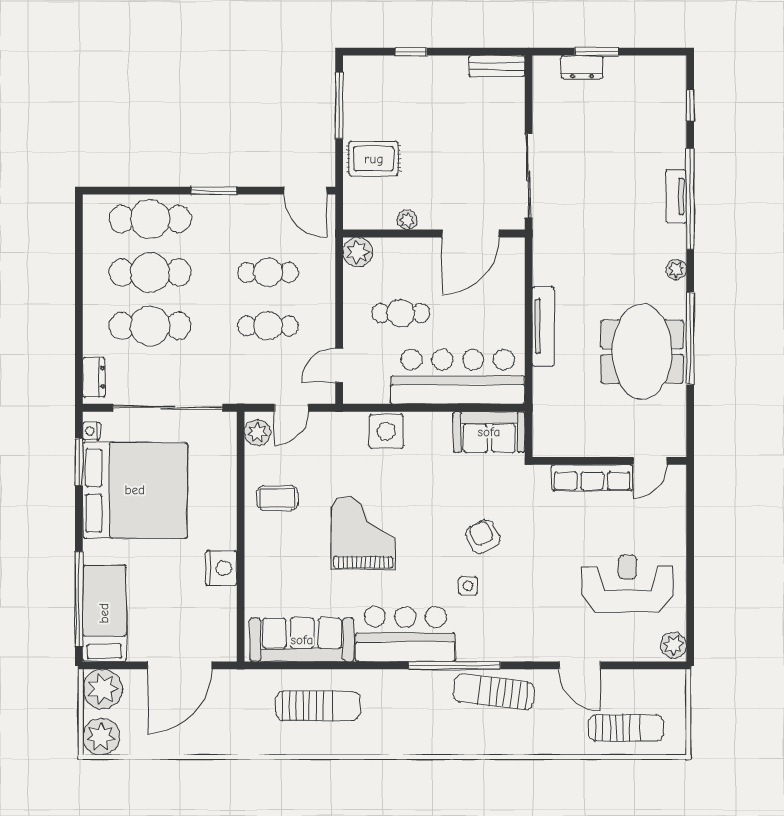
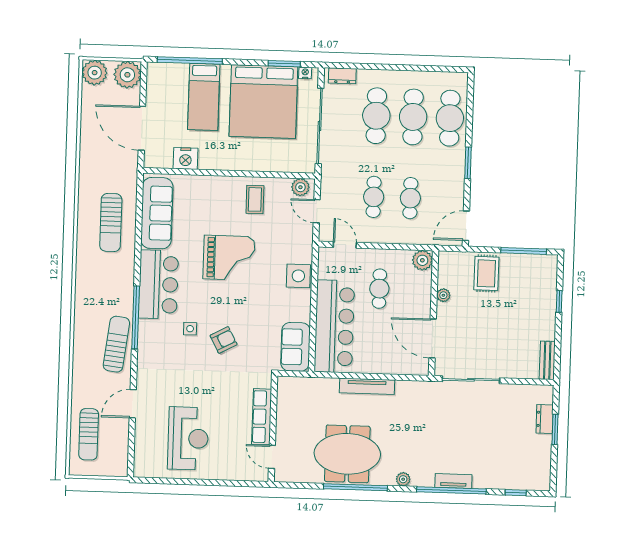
nightstand: (221, 568) -> (185, 158), moved
bed: (104, 613) -> (204, 97), moved, turned 90
plant: (673, 645) -> (144, 469), removed

